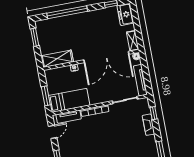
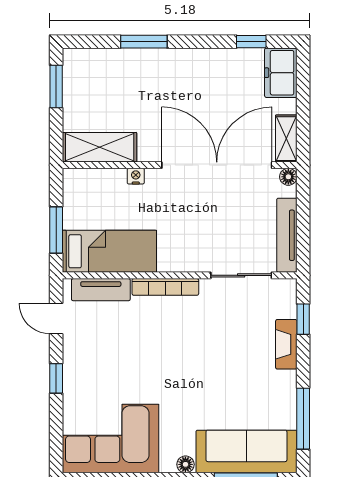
window: (67, 12) -> (144, 42), width x0.47
double door: (106, 57) -> (217, 165), swing flipped
door: (53, 132) -> (56, 319), swing flipped

